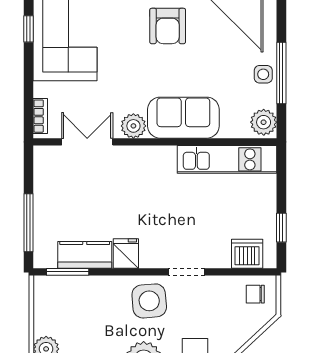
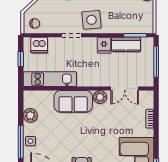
sofa: (183, 118) -> (73, 101), moved
plant: (133, 126) -> (100, 97), moved
double door: (87, 142) -> (125, 88), moved
wall: (155, 142) -> (88, 88), moved
kitchen unit: (227, 159) -> (50, 79), moved

